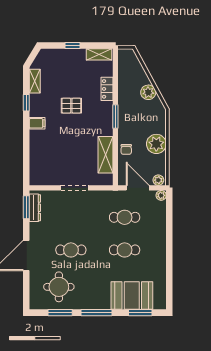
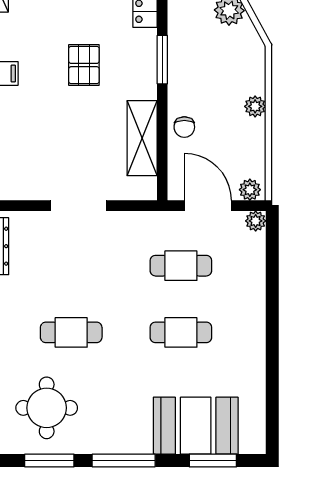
pallet: (71, 106) -> (84, 65), moved, turned 90
plant: (156, 144) -> (255, 106), width x0.53, depth x0.53

